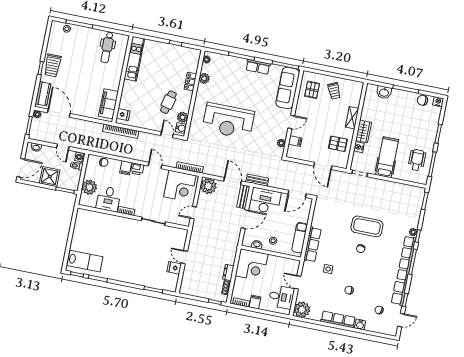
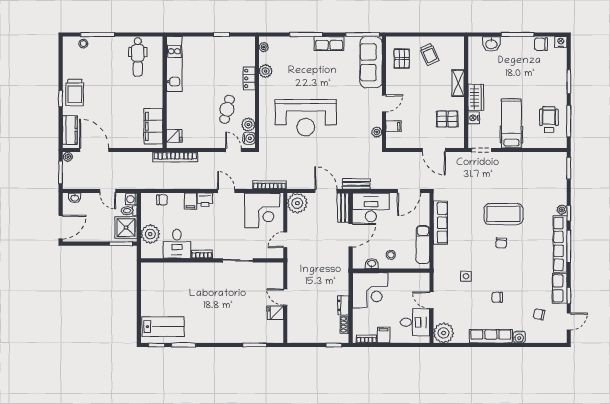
shower: (50, 177) -> (126, 227), moved
row of seats: (312, 245) -> (440, 223), moved

